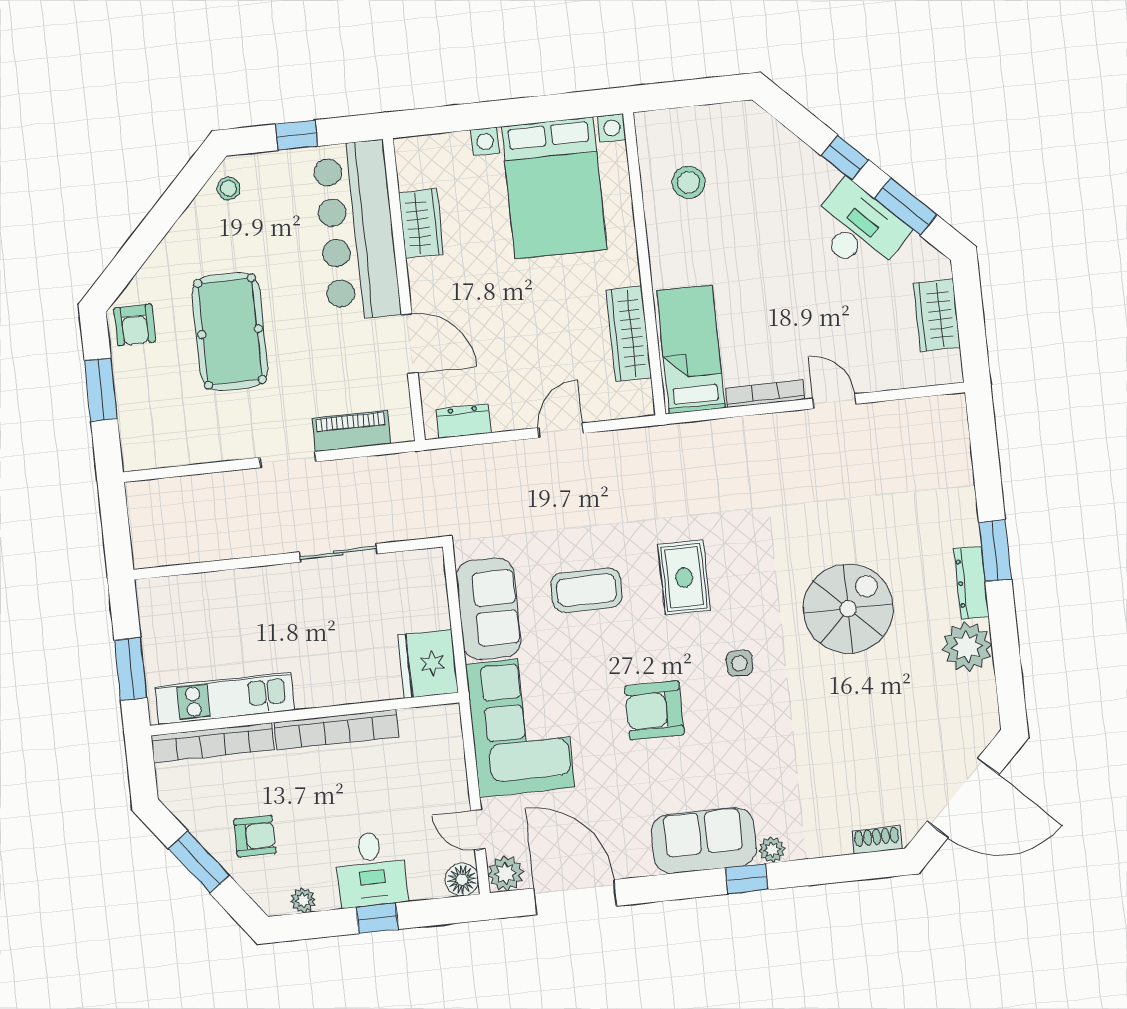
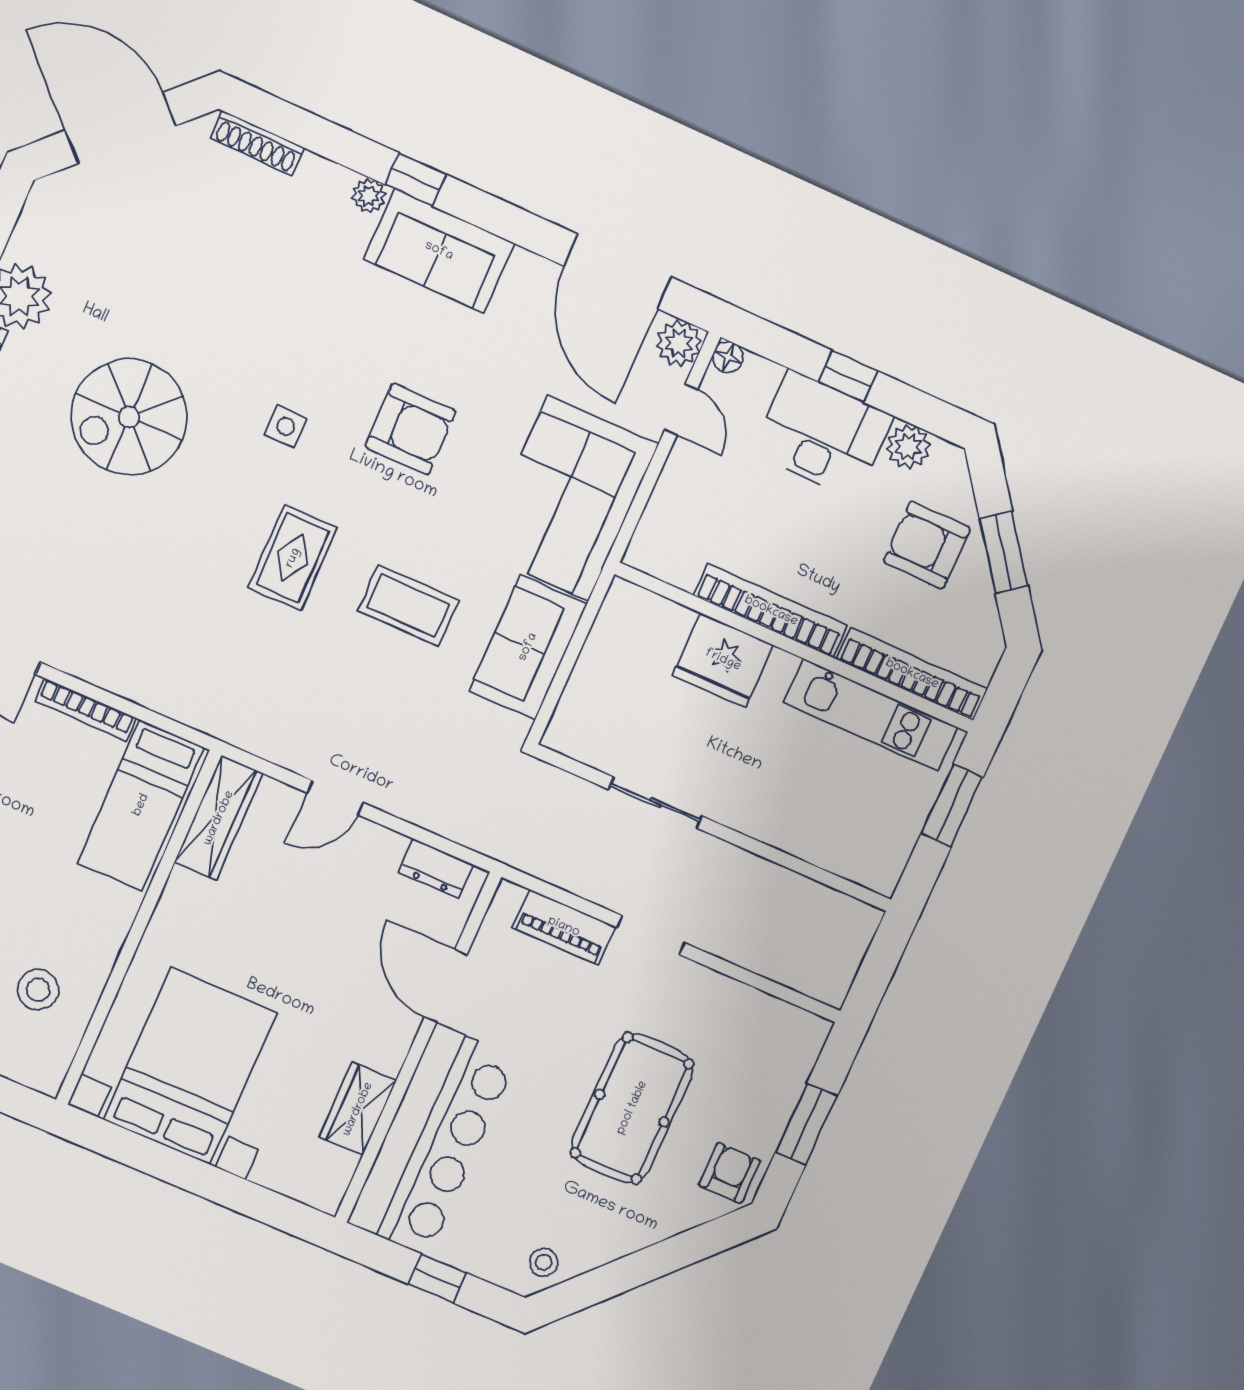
wardrobe: (629, 334) -> (219, 818), moved
fridge: (428, 664) -> (723, 660), moved, turned 90
armchair: (255, 836) -> (927, 545), width x1.38, depth x1.38
shoe rack: (877, 840) -> (257, 143), width x1.43
desk: (371, 869) -> (823, 435), width x1.37
floor lamp: (462, 880) -> (728, 357), width x0.73, depth x0.73
plant: (303, 900) -> (908, 447), width x1.38, depth x1.38

